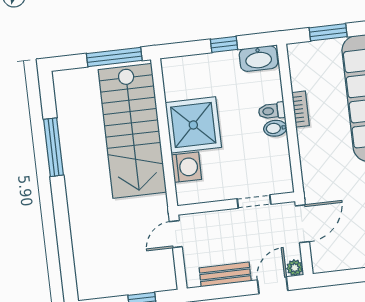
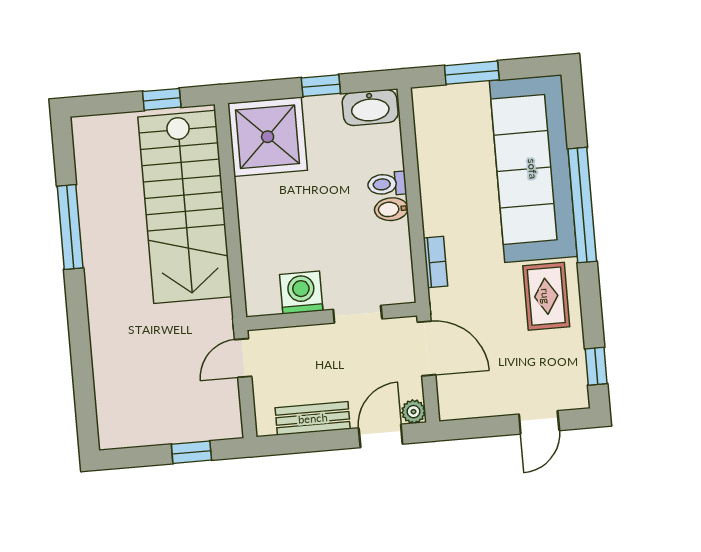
window: (114, 57) -> (162, 99), width x0.46
bookcase: (300, 109) -> (435, 262), moved
shower: (193, 125) -> (268, 137), moved
washing machine: (186, 167) -> (301, 293), moved, turned -90
door: (302, 224) -> (426, 348), hinge flipped

